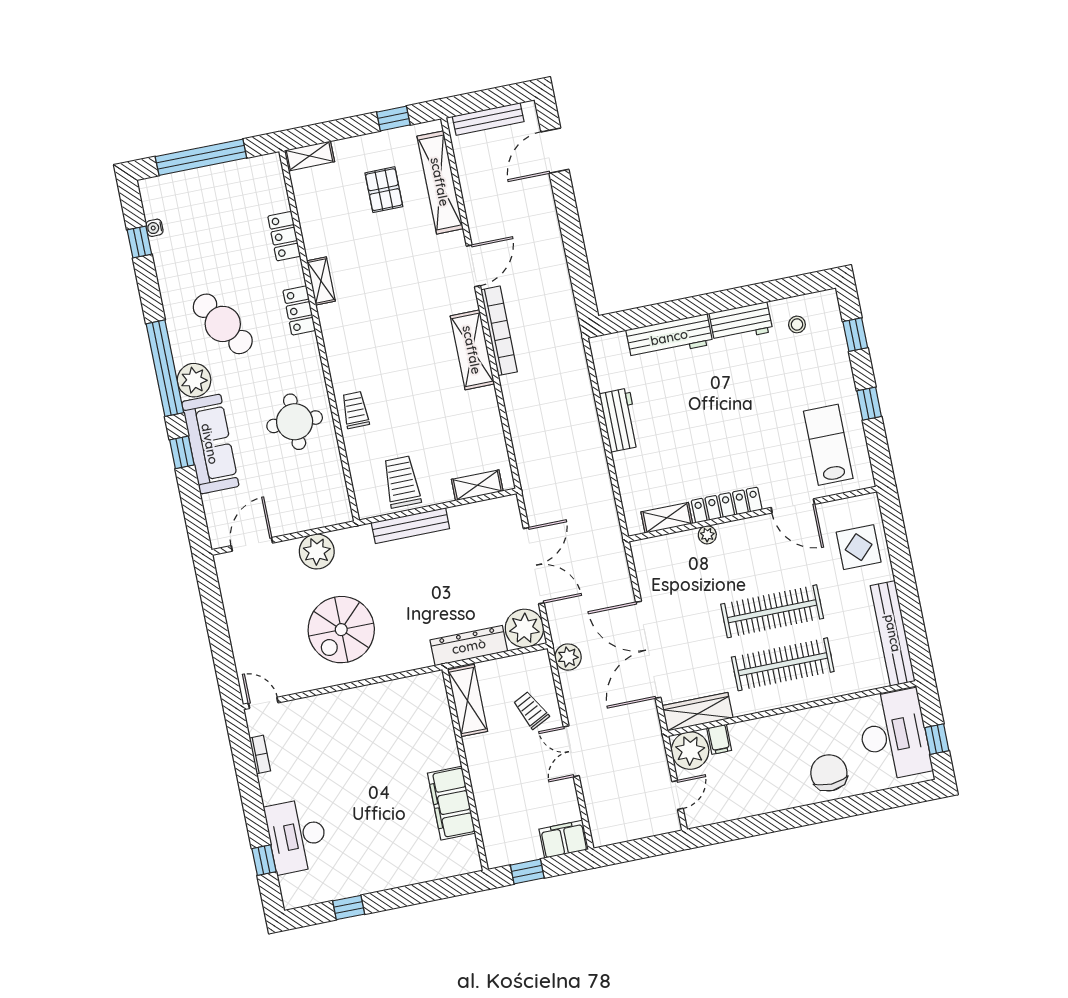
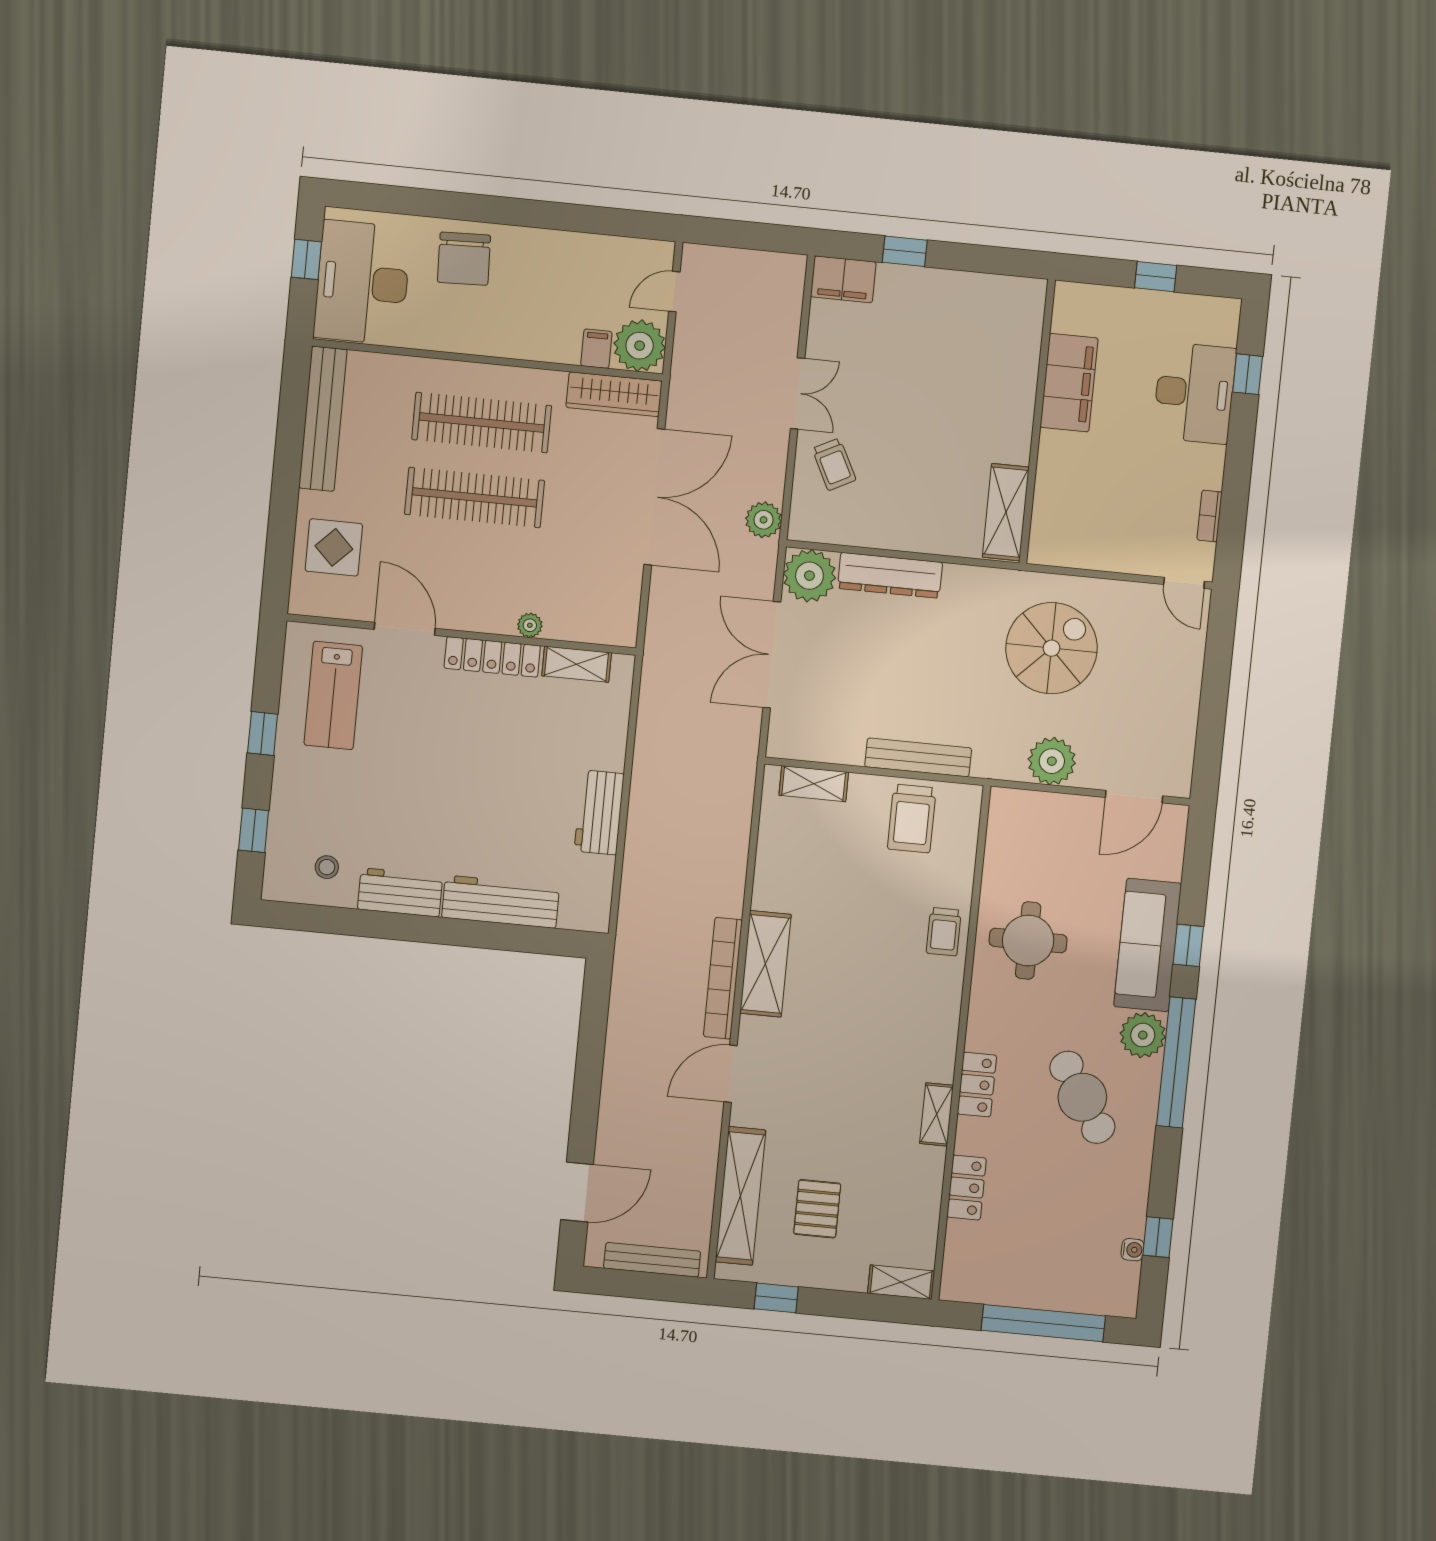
shelving: (468, 701) -> (1006, 512), moved
wall: (465, 769) -> (1037, 422), moved
filing cabinet: (451, 803) -> (1069, 383), moved

